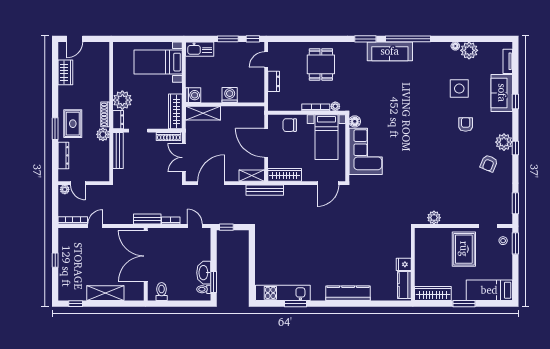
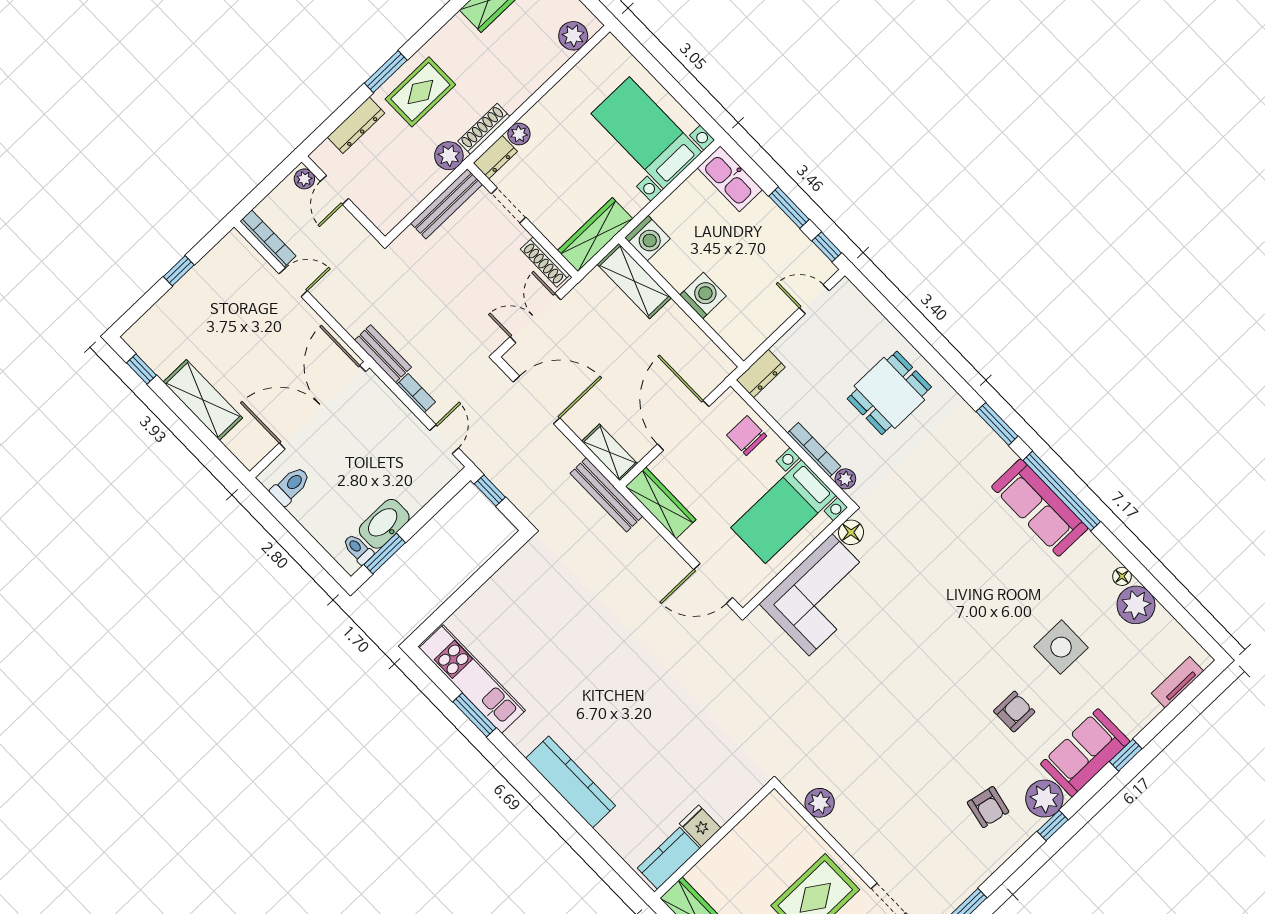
sofa: (390, 51) -> (1040, 508), moved
plant: (103, 55) -> (573, 36), added
dresser: (274, 81) -> (761, 374), moved
sofa: (502, 93) -> (1085, 753), moved
plant: (122, 100) -> (519, 134), width x0.53, depth x0.53
armchair: (489, 163) -> (988, 807), turned -101

